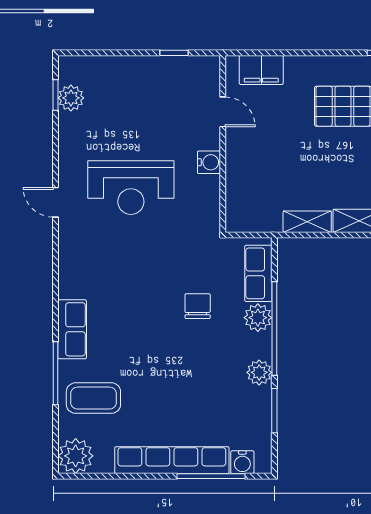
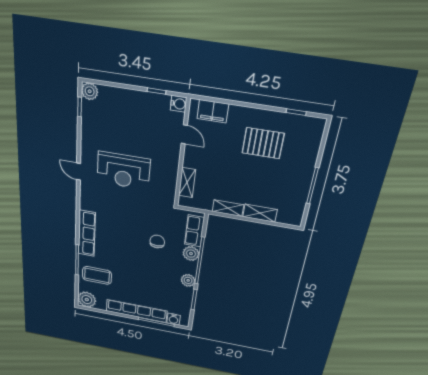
plant: (71, 98) -> (90, 91), moved
water cooler: (209, 162) -> (179, 104), moved
shelving: (236, 190) -> (187, 183), added
row of seats: (72, 329) -> (87, 233), width x1.48

